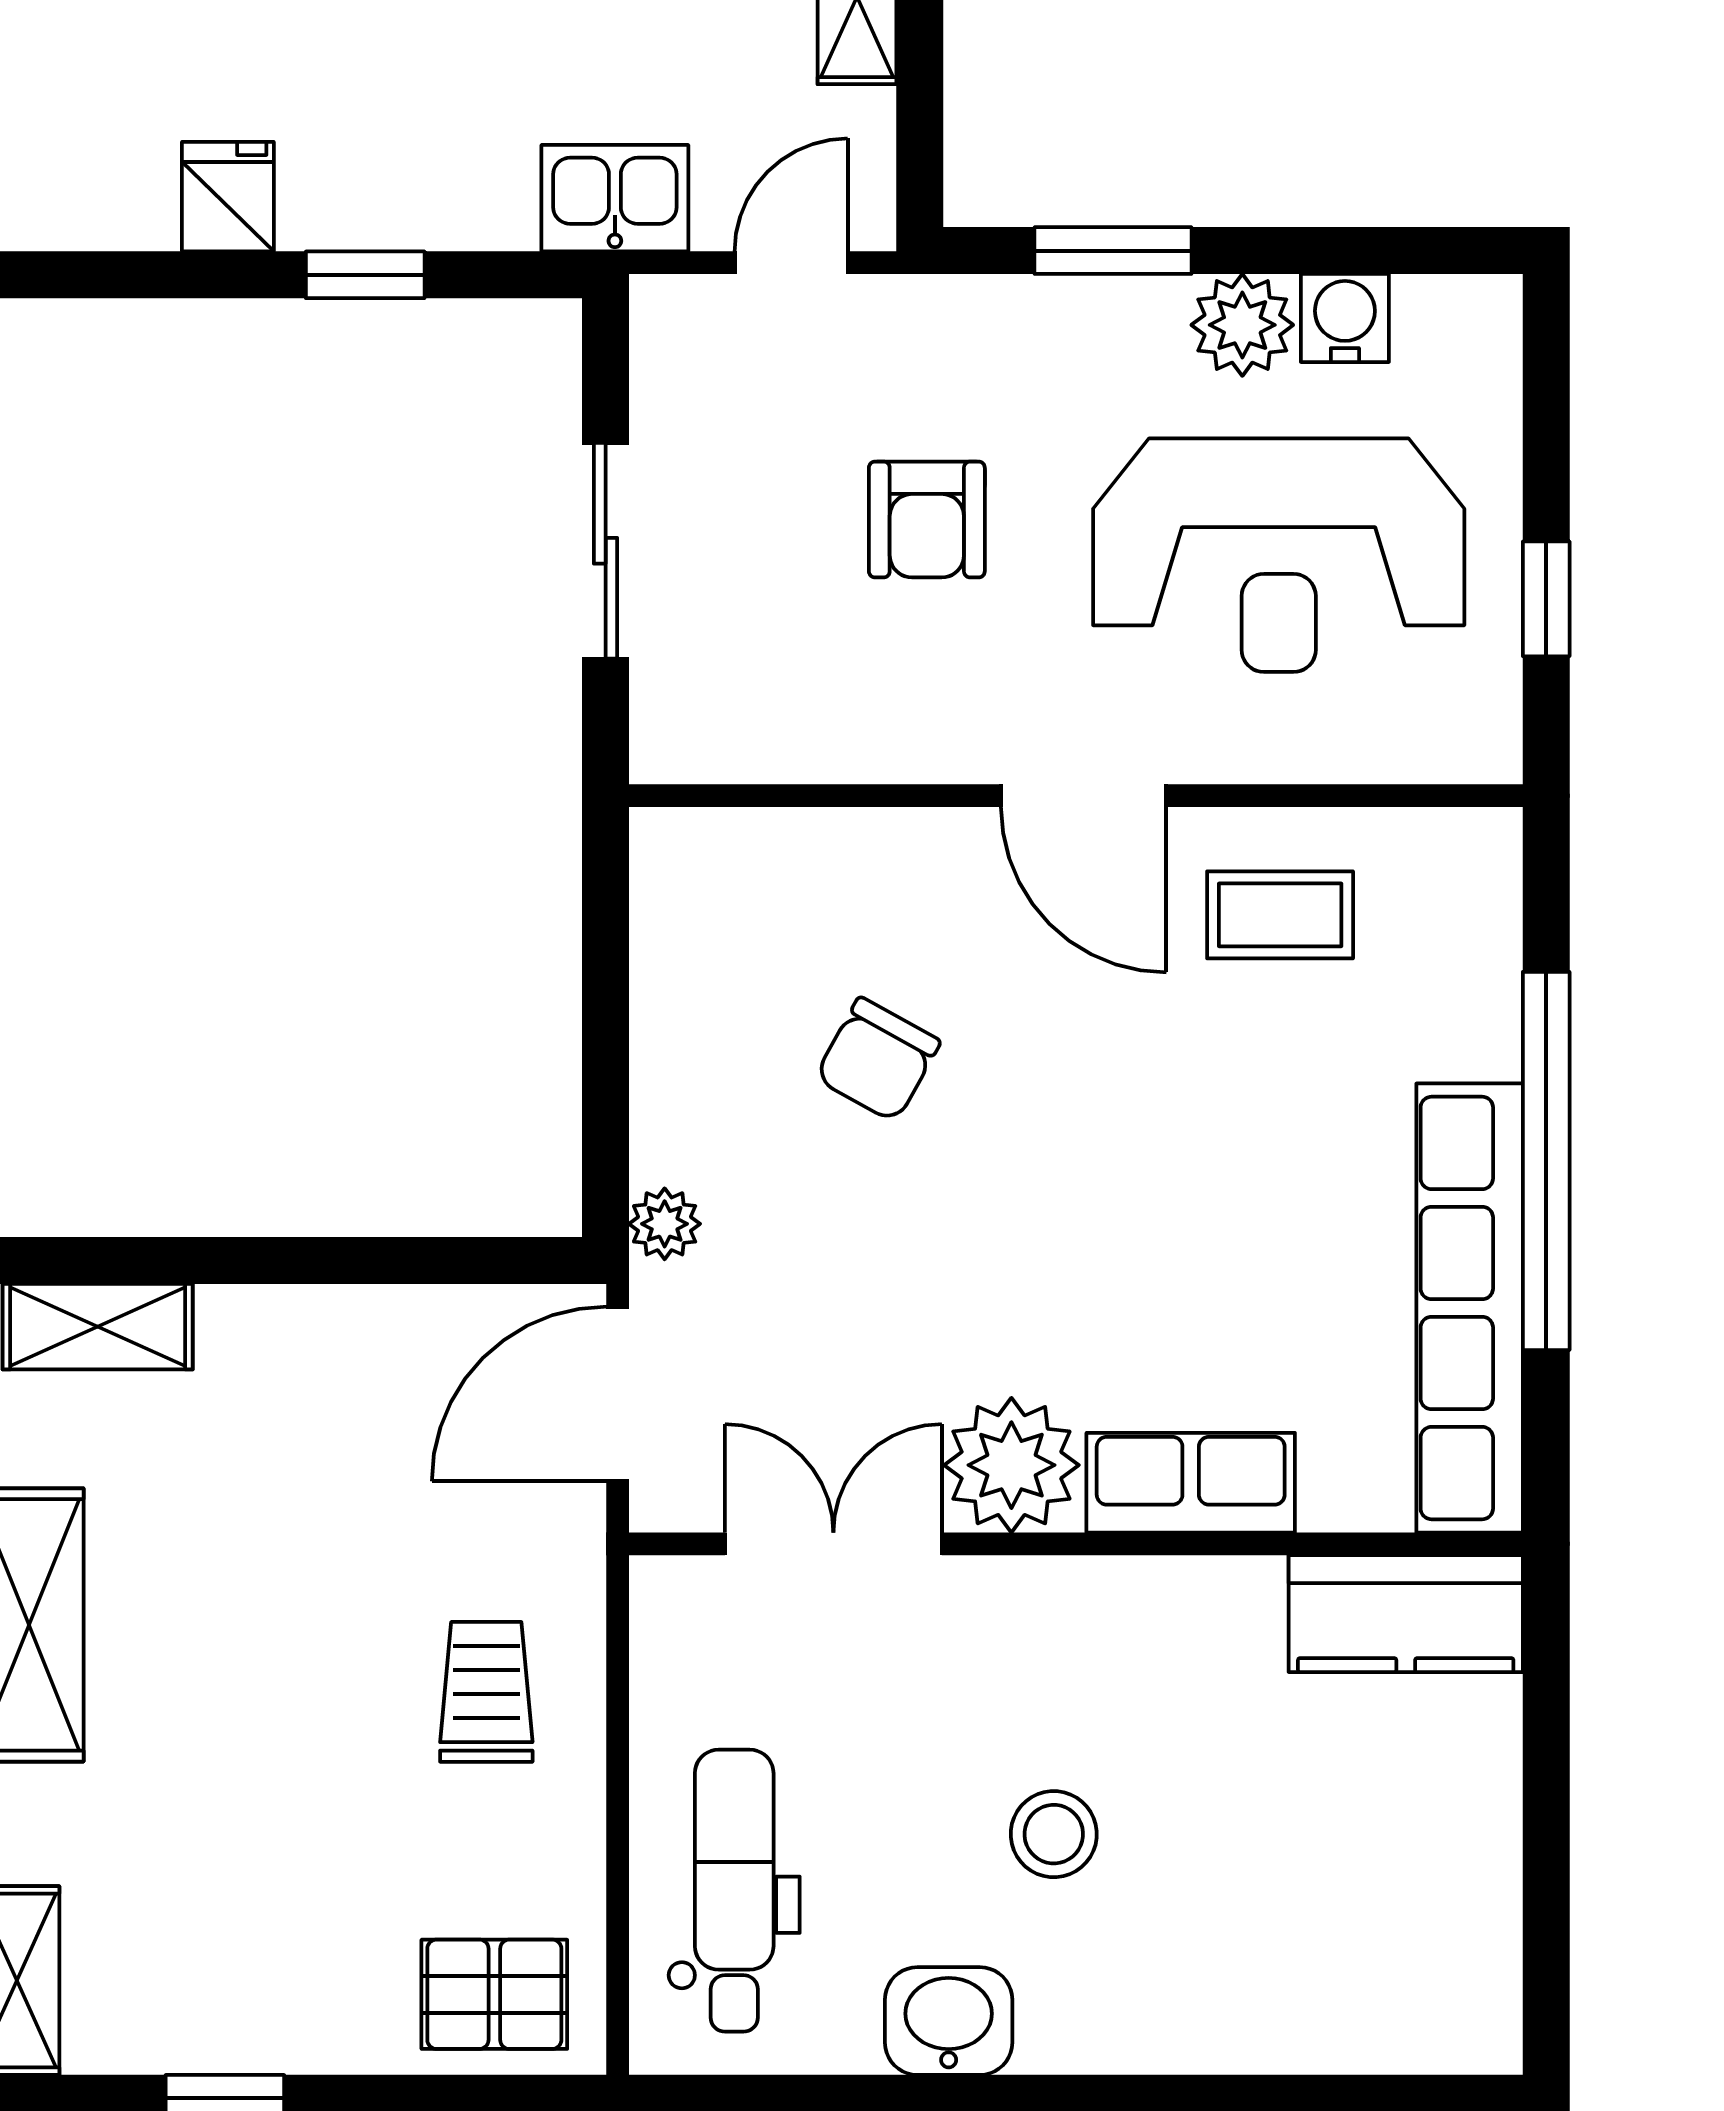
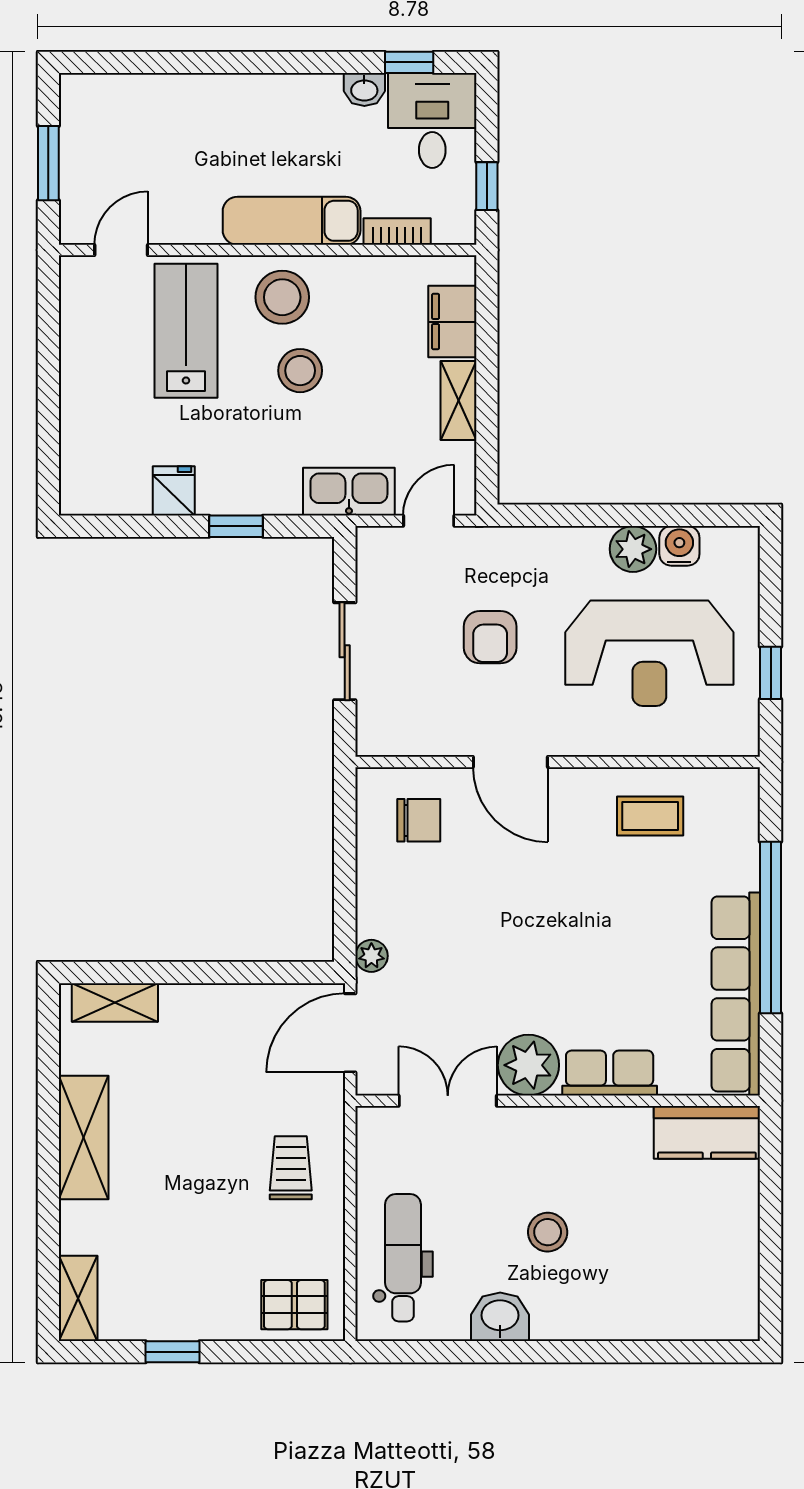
kitchen sink: (615, 198) -> (349, 492), width x1.38
window: (1113, 251) -> (574, 515), removed
door: (1084, 796) -> (510, 762), moved
chair: (878, 1060) -> (419, 820), moved, turned -119

